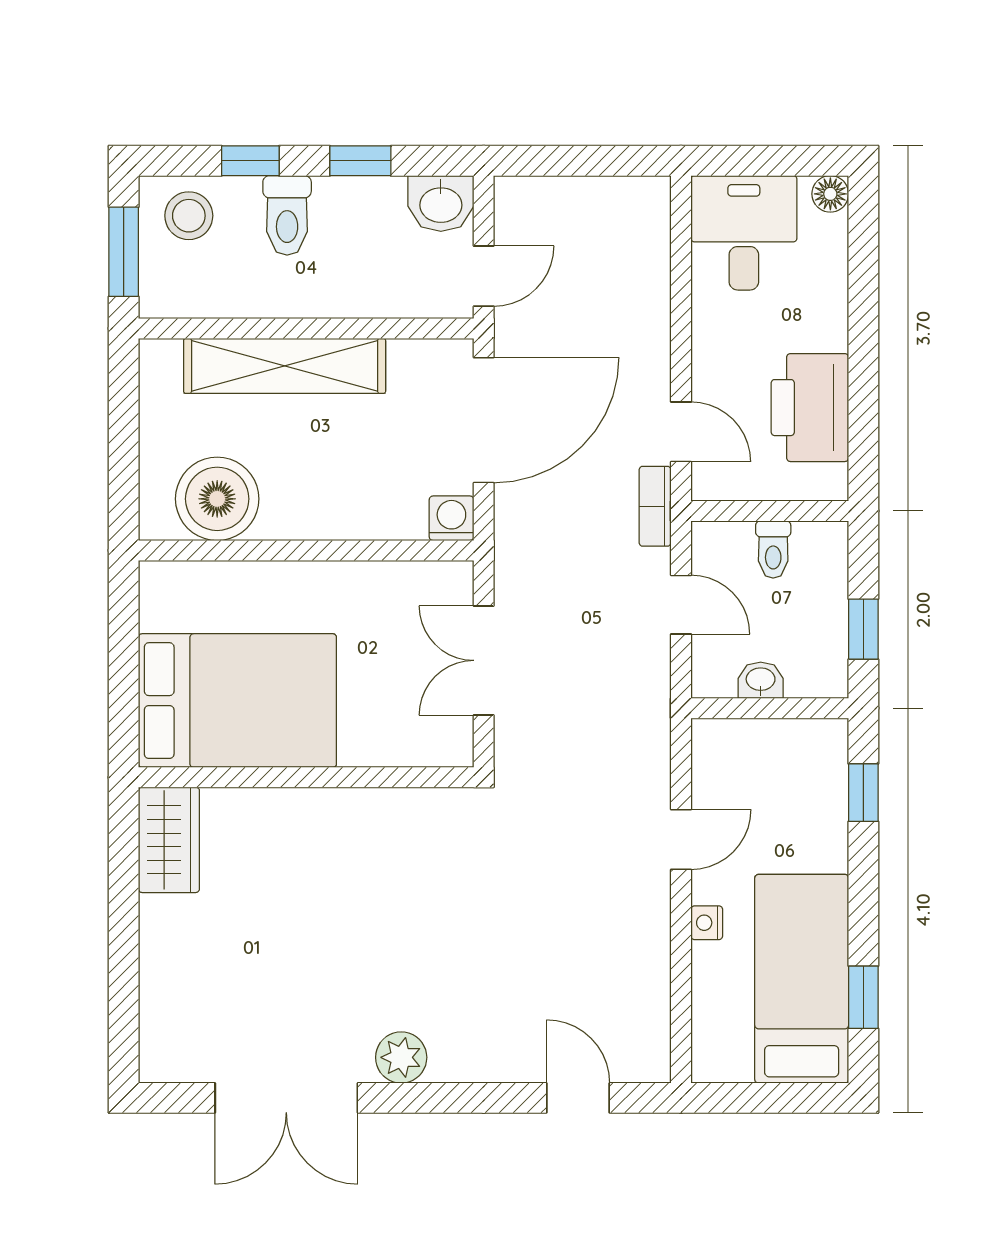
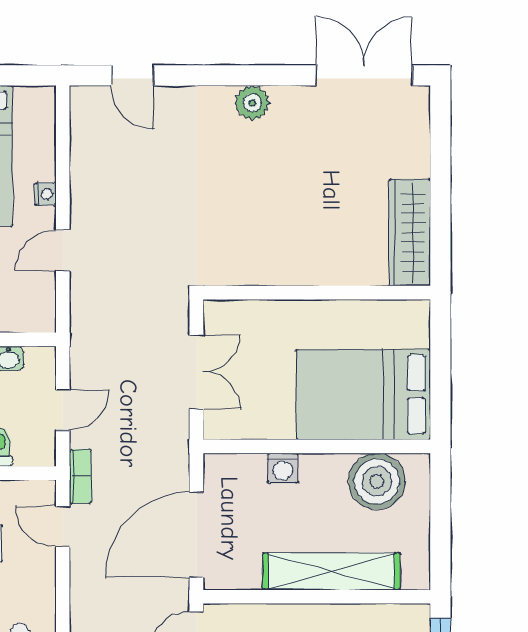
washing machine: (451, 518) -> (283, 468), moved
door: (681, 605) -> (63, 410), swing flipped
bed: (237, 701) -> (363, 394), moved
wardrobe: (169, 840) -> (410, 232), width x1.50
double door: (286, 1098) -> (364, 75), moved

